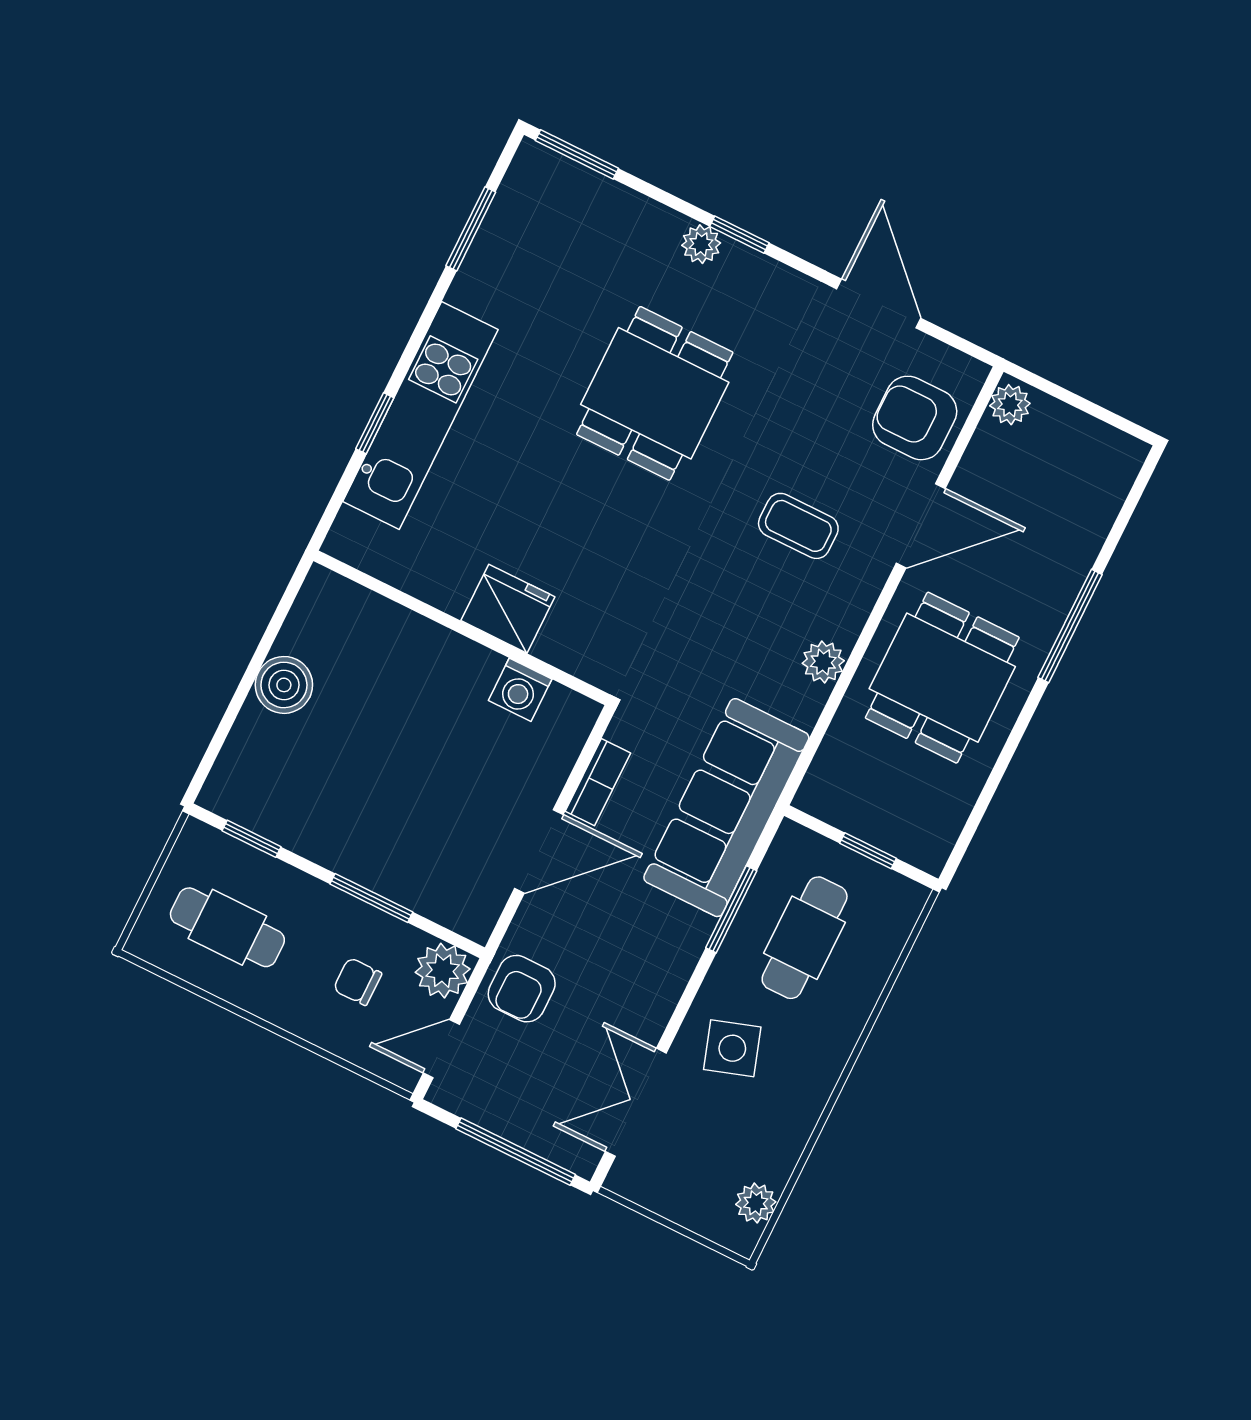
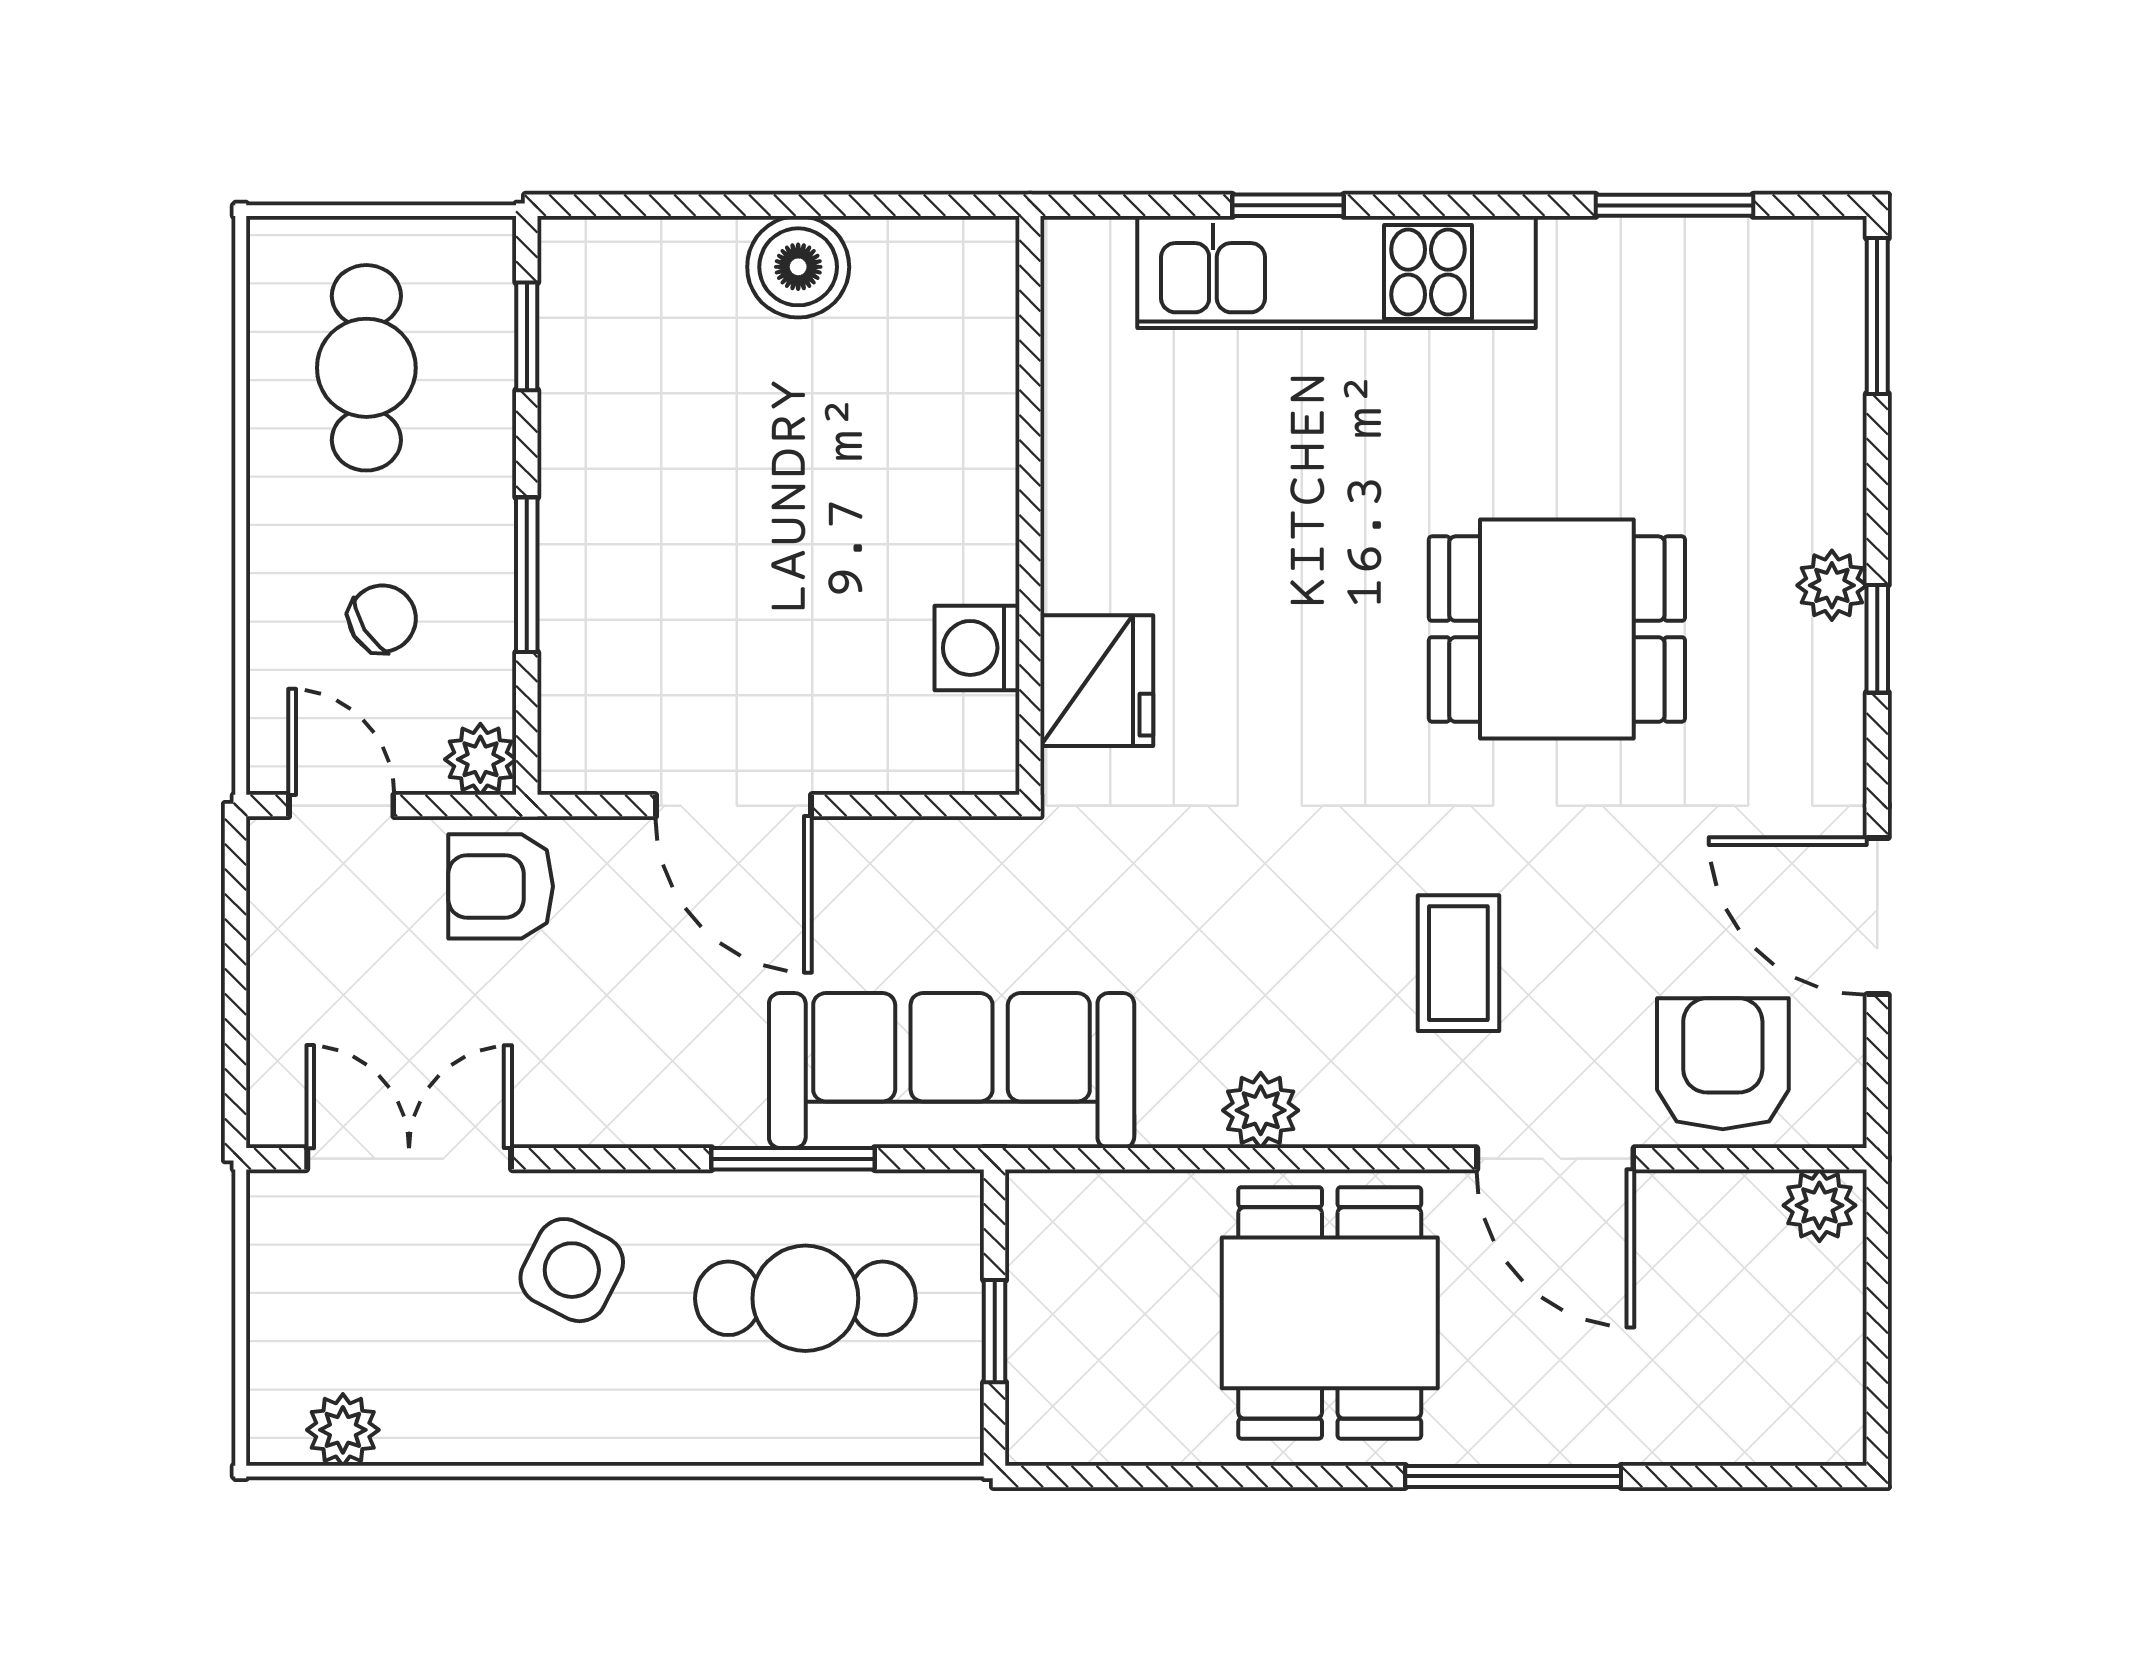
door: (879, 304) -> (1877, 916), swing flipped
fridge: (508, 609) -> (1097, 681), moved
dining table: (942, 678) -> (1330, 1313), turned 90
bookcase: (598, 782) -> (891, 845), removed
plant: (443, 971) -> (480, 759), width x0.73, depth x0.73
chair: (358, 981) -> (382, 619), turned 58
side table: (732, 1048) -> (572, 1270), turned 45
window: (516, 1152) -> (235, 1006), removed

